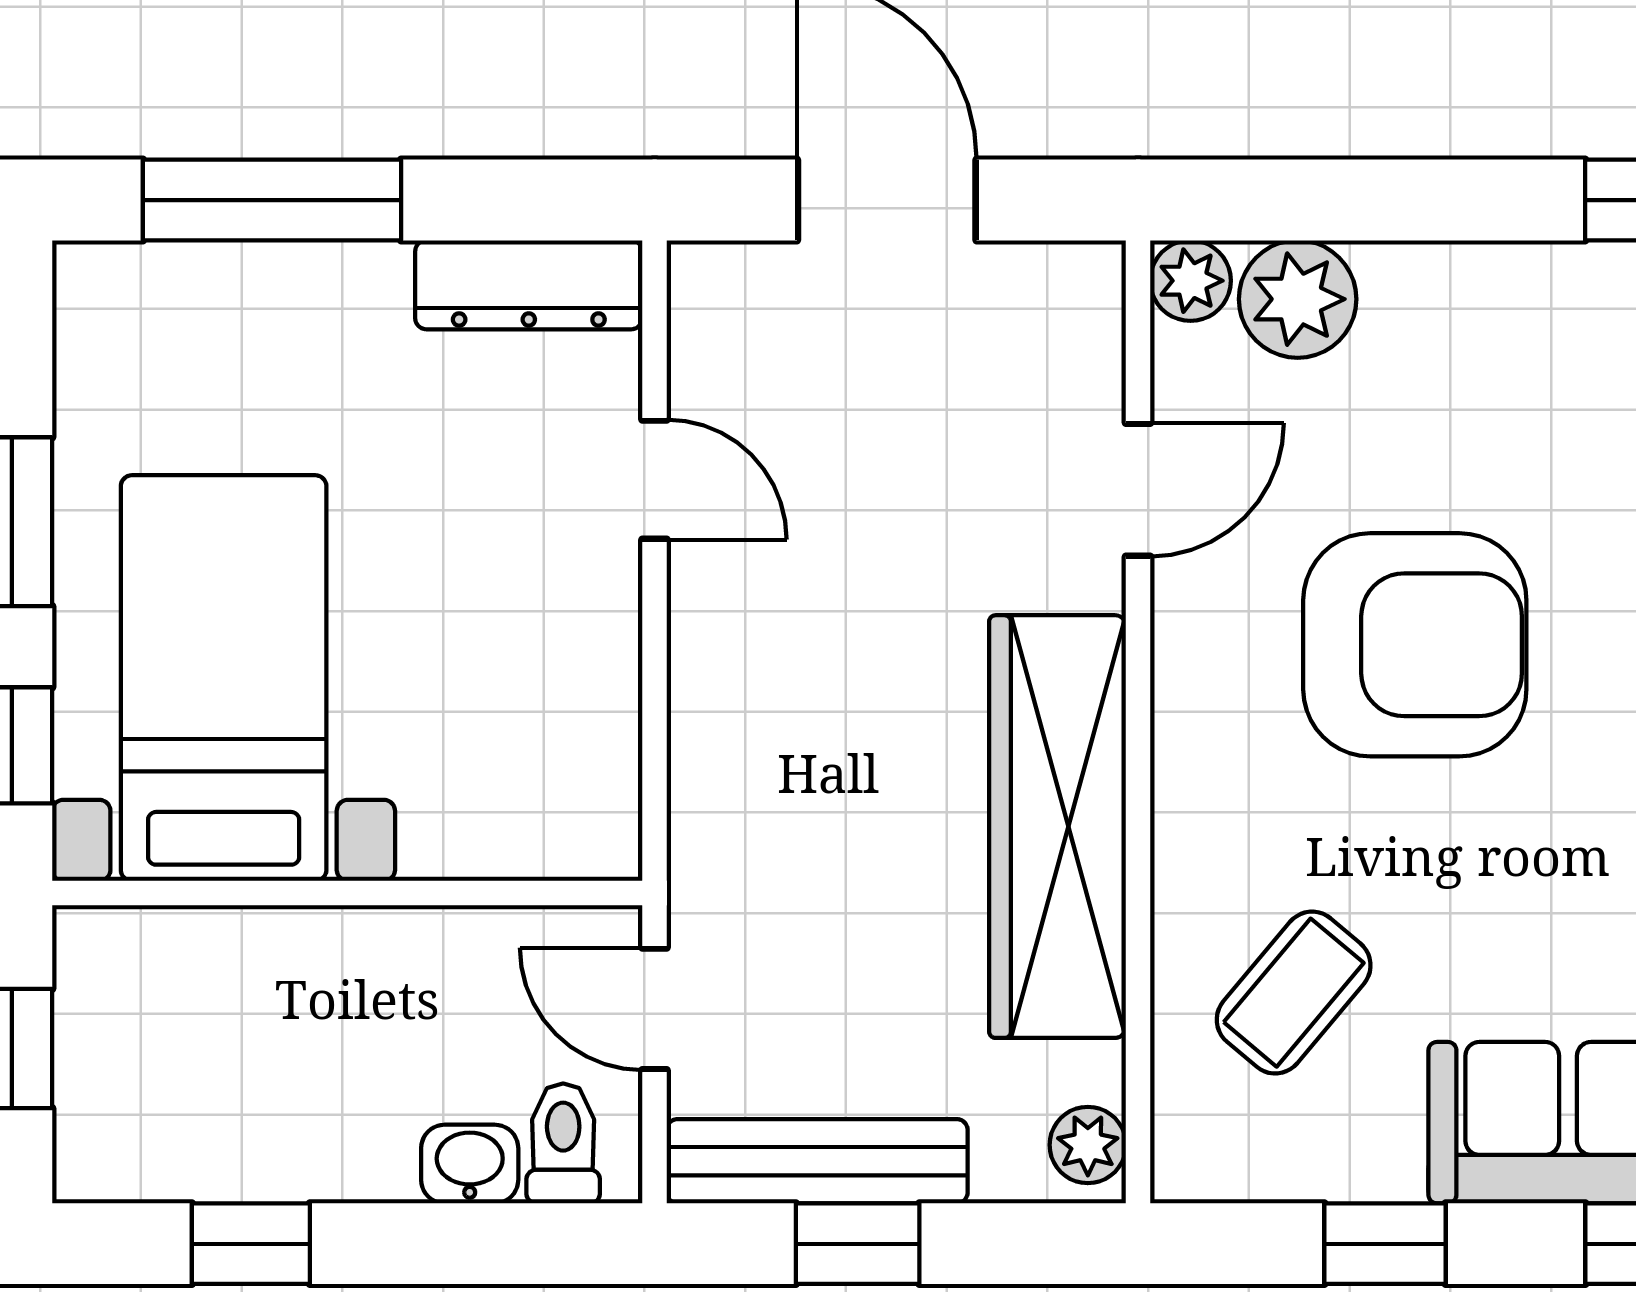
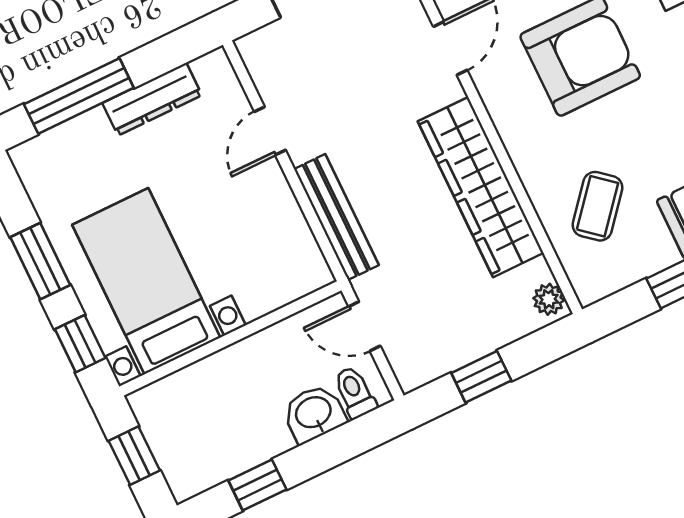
dresser: (529, 285) -> (152, 99), moved
door: (655, 480) -> (270, 131), swing flipped
bench: (817, 1161) -> (336, 217), moved, turned 90
washbasin: (470, 1164) -> (314, 413), width x1.38, depth x1.45

